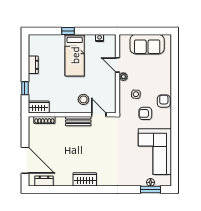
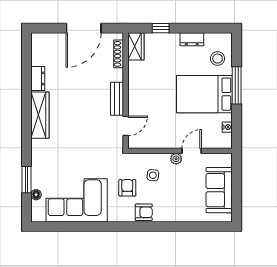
window: (68, 31) -> (237, 85), width x2.17
bed: (75, 55) -> (204, 94), width x1.50
stool: (83, 99) -> (218, 59), moved
door: (25, 160) -> (84, 28), moved
wardrobe: (85, 179) -> (40, 115), width x1.50
dresser: (44, 181) -> (38, 79), moved
window: (150, 189) -> (26, 180), moved

